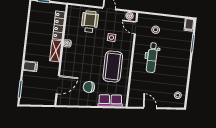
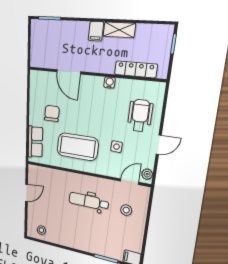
wheelchair: (90, 22) -> (140, 115), turned -90
shelving: (56, 51) -> (119, 30), moved
filing cabinet: (30, 66) -> (96, 31), moved
door: (58, 85) -> (69, 72), moved

